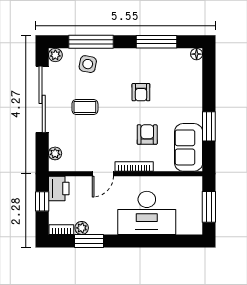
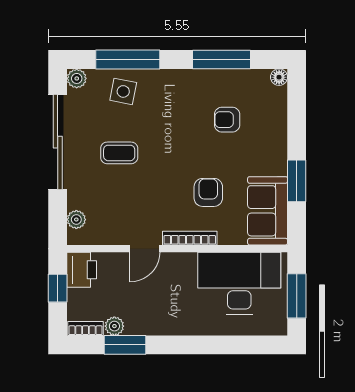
armchair: (141, 92) -> (227, 120), moved, turned 90
desk: (147, 213) -> (239, 283), moved, turned 180

